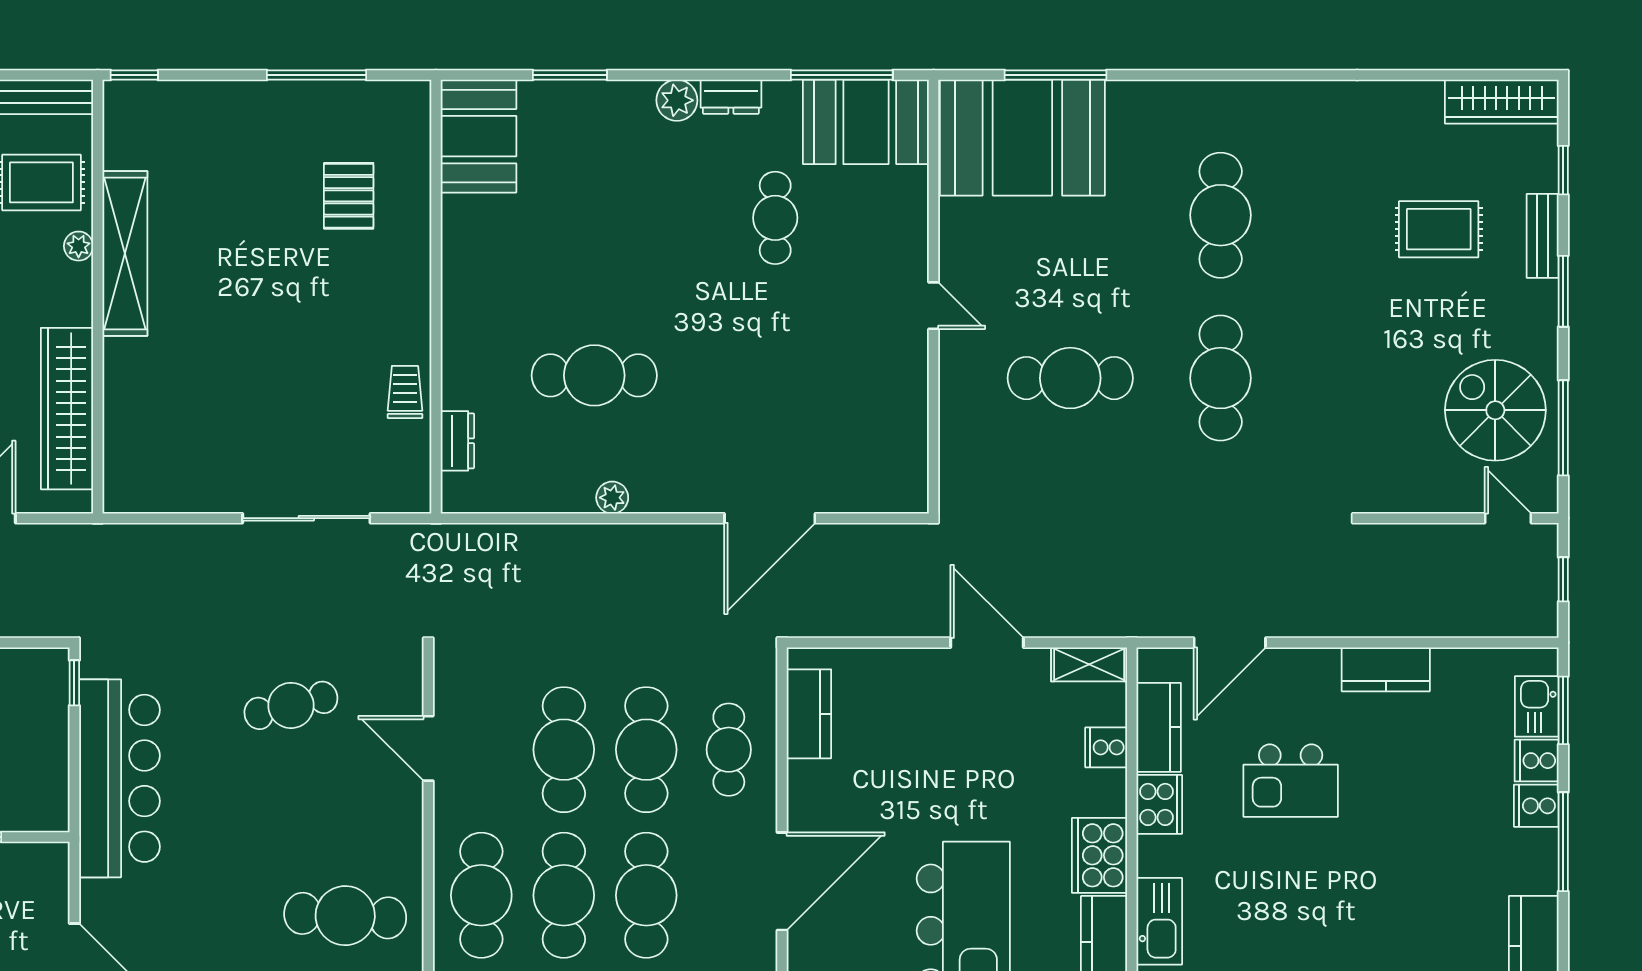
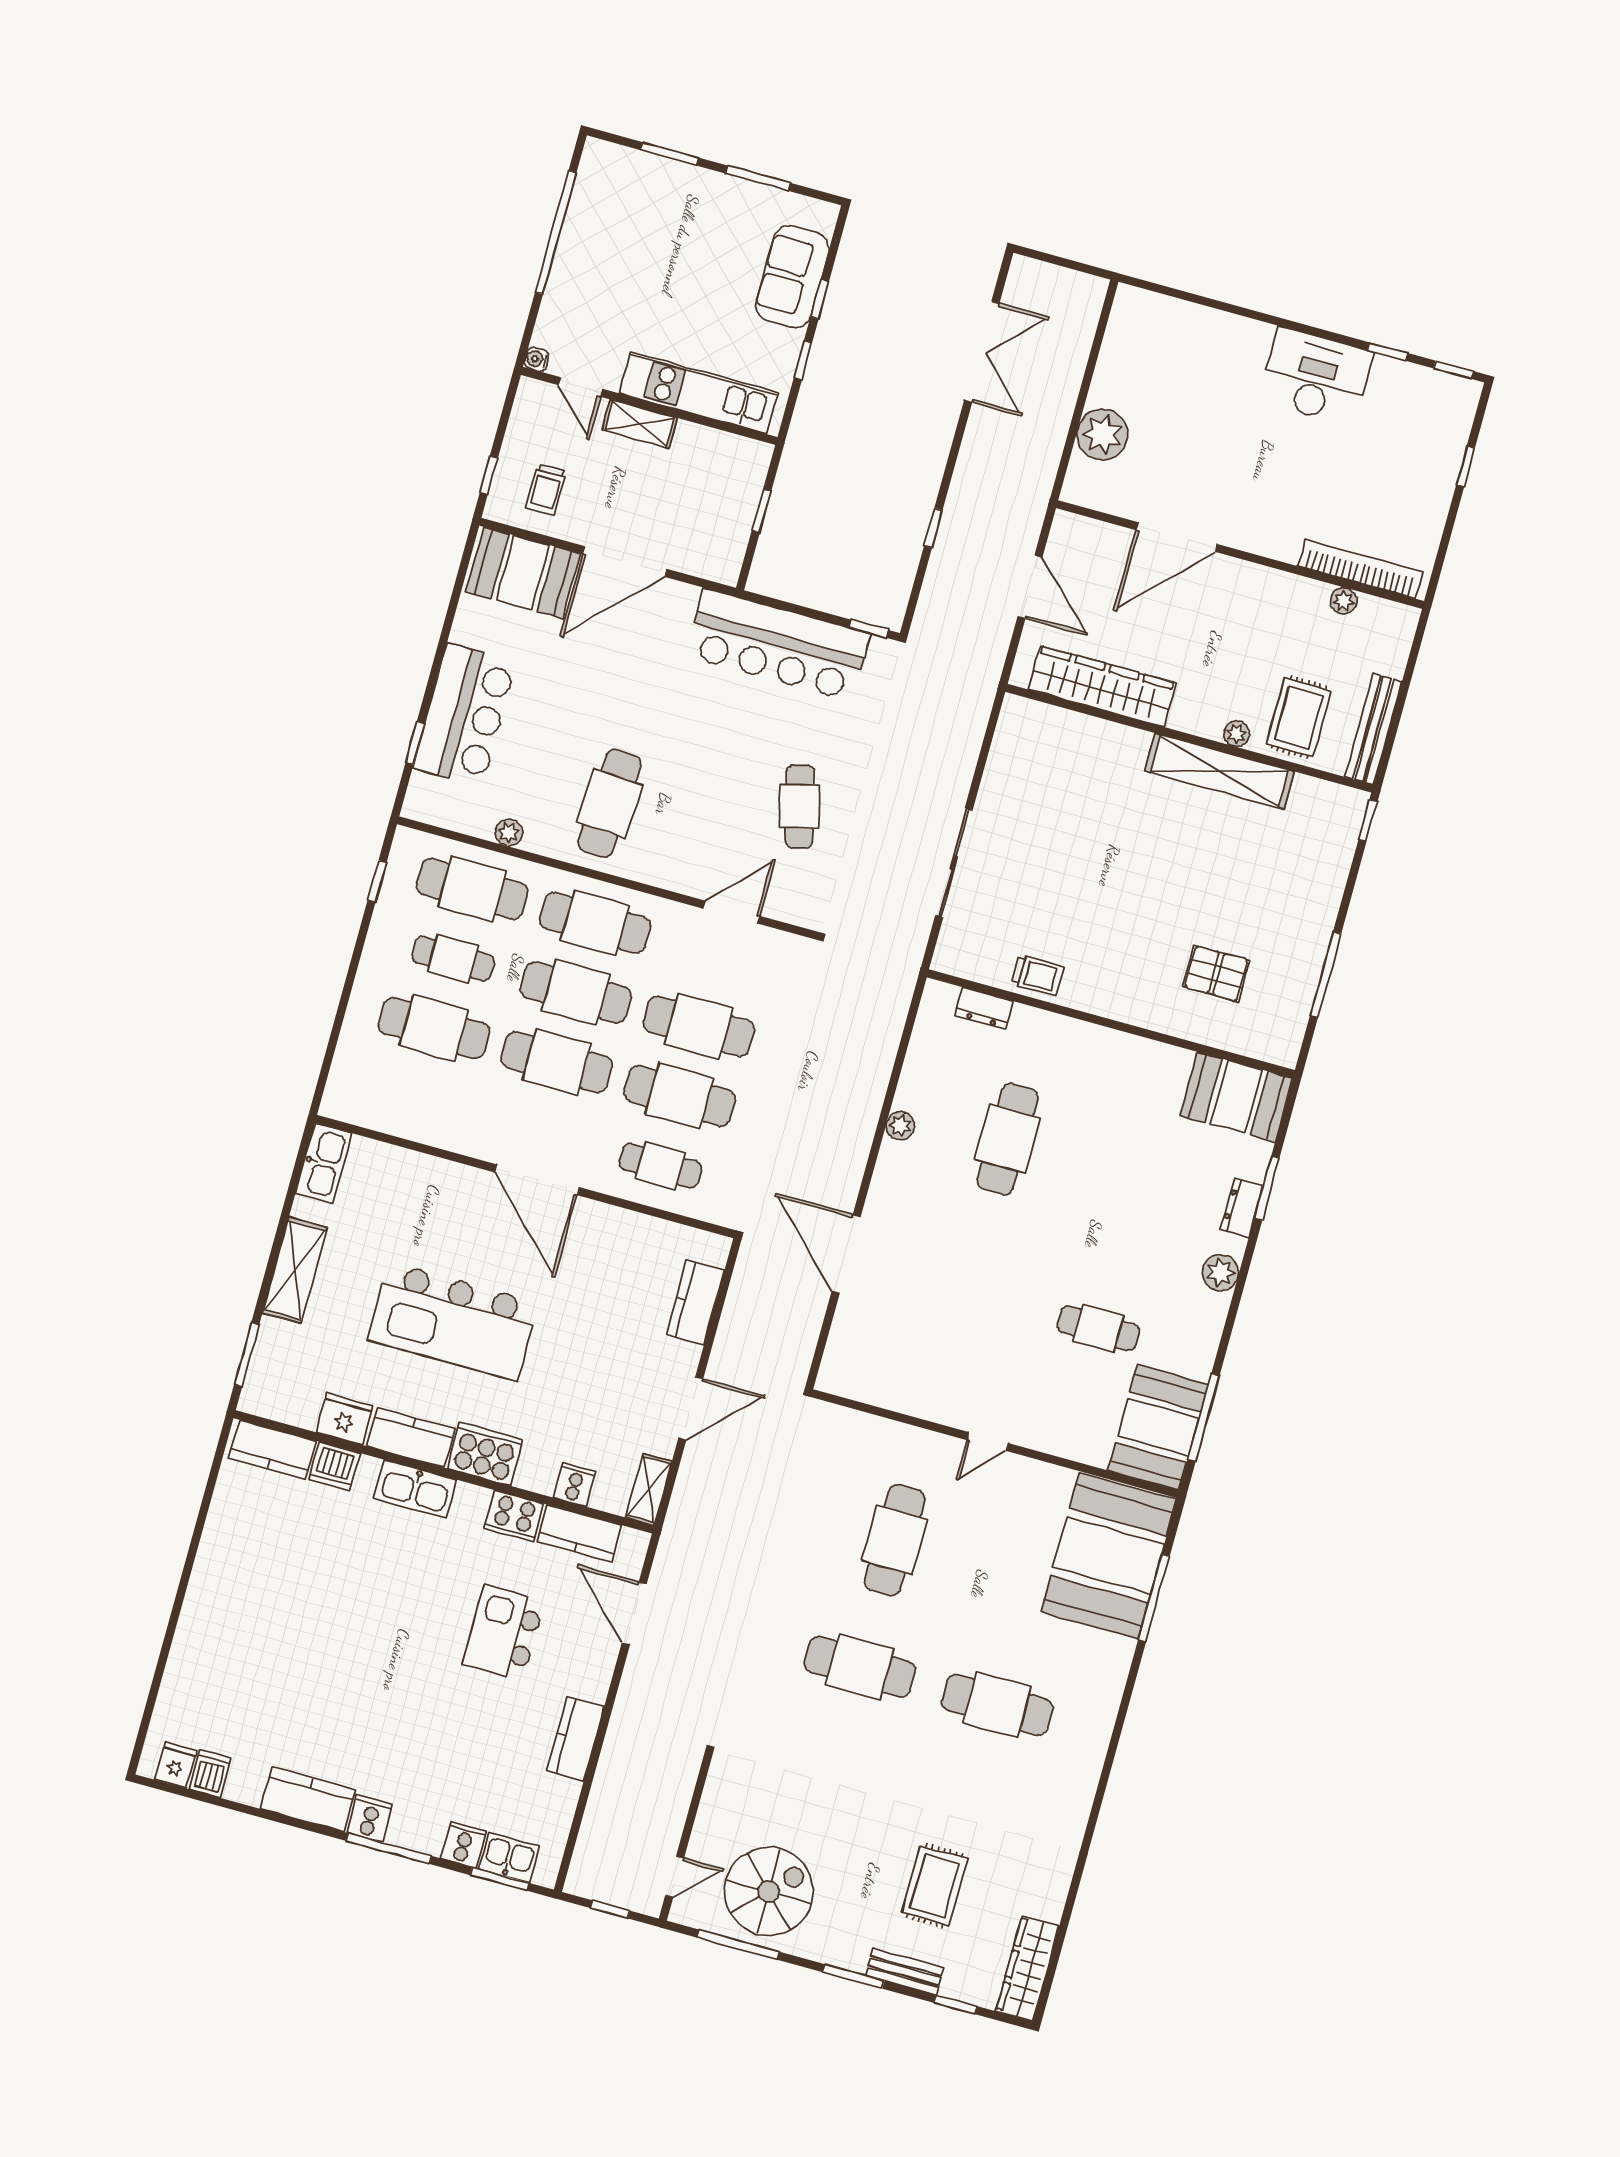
dresser: (731, 97) -> (1242, 1207), moved
kitchen counter: (809, 714) -> (695, 1303), moved, turned 90
cooker: (1536, 806) -> (370, 1819), moved

